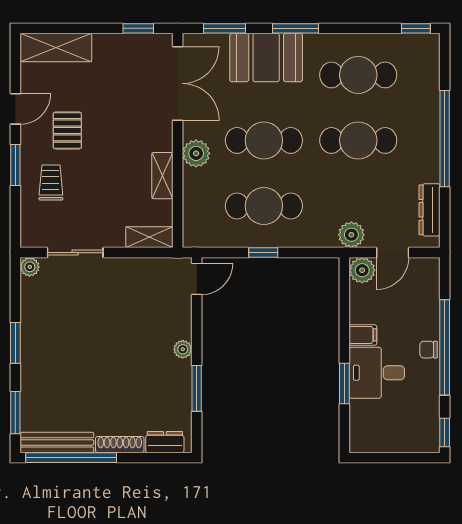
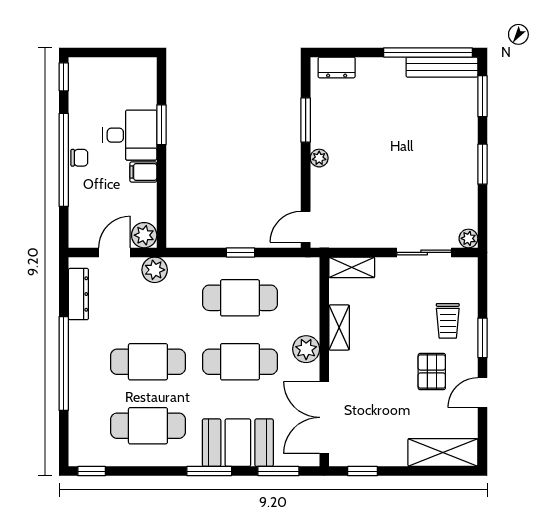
shoe rack: (120, 445) -> (381, 65), removed

